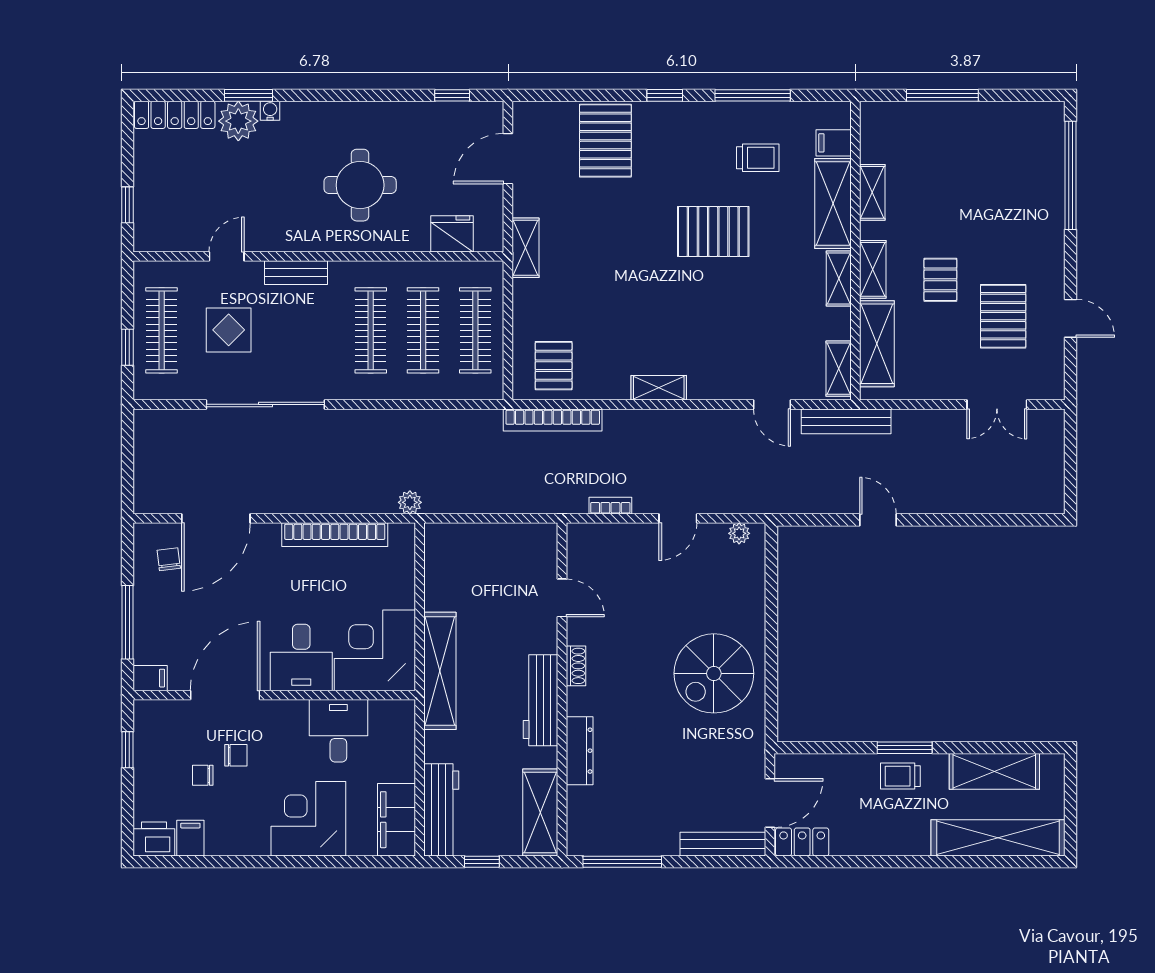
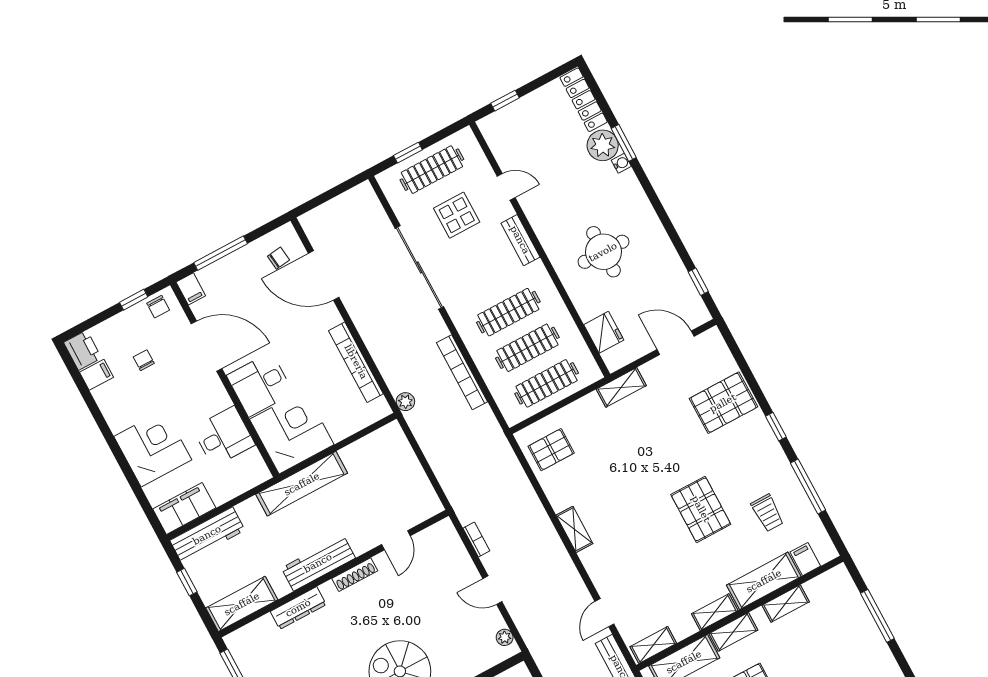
bookcase: (553, 420) -> (462, 372), moved
shoe rack: (576, 666) -> (355, 575), width x1.43
chair: (236, 755) -> (158, 307), moved

